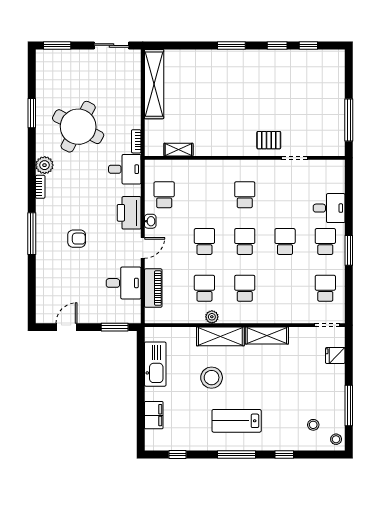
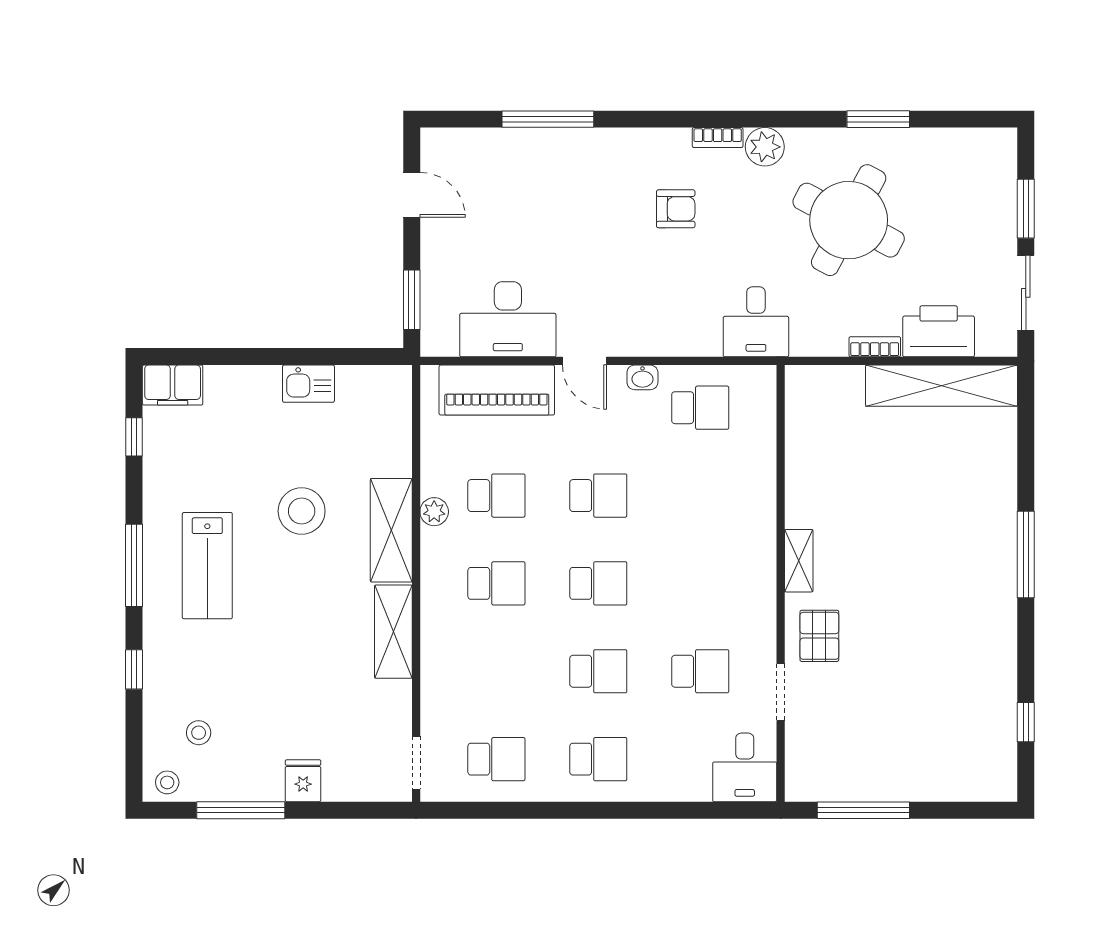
window: (57, 45) -> (1026, 209), moved
window: (231, 45) -> (1026, 554), width x1.44
window: (277, 45) -> (1026, 654), removed
bookcase: (136, 141) -> (875, 347), moved
shelving: (178, 150) -> (799, 561), moved
school desk: (245, 195) -> (700, 671), moved
desk: (329, 208) -> (745, 767), moved
printer: (129, 213) -> (939, 331), moved
window: (32, 234) -> (548, 119), moved
armchair: (77, 239) -> (676, 209), moved, turned -90
window: (349, 250) -> (579, 810), removed
desk: (124, 283) -> (508, 319), width x1.37
piano: (153, 288) -> (497, 390), width x1.37, depth x1.33
fridge: (335, 355) -> (303, 781), moved
kitchen sink: (155, 364) -> (308, 384), width x0.53, depth x0.81
filing cabinet: (154, 415) -> (173, 385), moved
lab bench: (237, 421) -> (207, 566), turned 180

